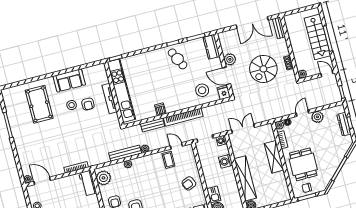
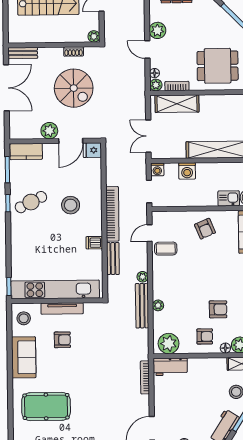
stool: (202, 90) -> (71, 205), moved
stool: (72, 105) -> (24, 318), moved
shelving: (274, 157) -> (177, 104), moved

